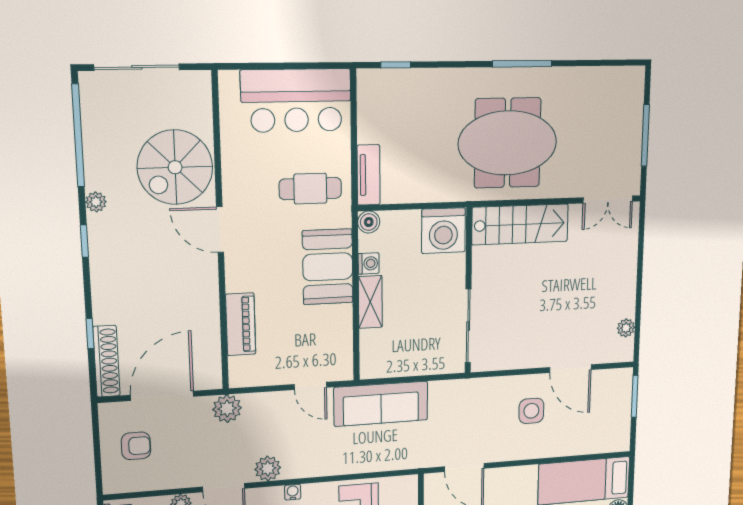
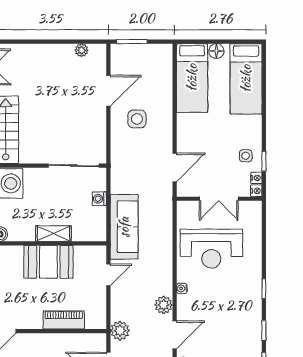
washing machine: (369, 263) -> (99, 199), moved, turned -90
booth: (328, 267) -> (48, 262), moved

